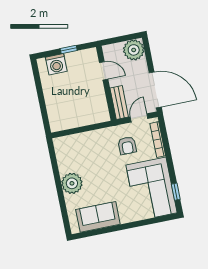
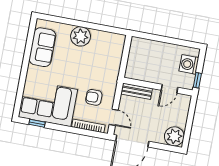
door: (104, 71) -> (169, 89), moved
wall: (106, 83) -> (158, 87), moved
bench: (119, 102) -> (137, 91), moved

